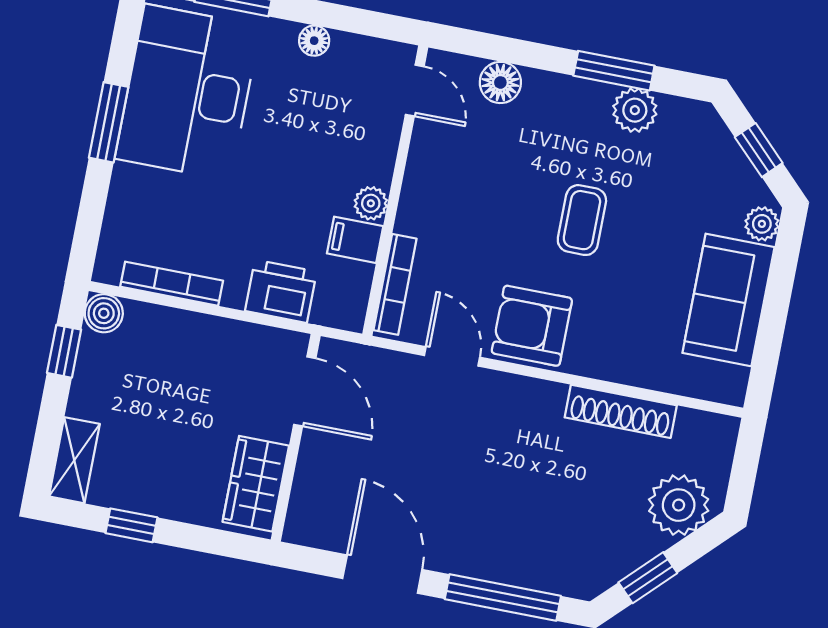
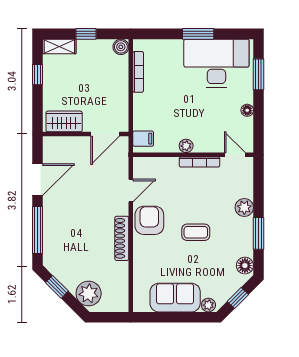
floor lamp: (500, 82) -> (245, 266), moved
door: (415, 91) -> (235, 155), swing flipped
plant: (635, 110) -> (244, 208), moved
filing cabinet: (355, 240) -> (143, 139), moved, turned 90
bookcase: (395, 284) -> (200, 162), moved
printer: (281, 291) -> (144, 116), removed
window: (64, 351) -> (86, 34), moved
shoe rack: (621, 411) -> (122, 238), moved

